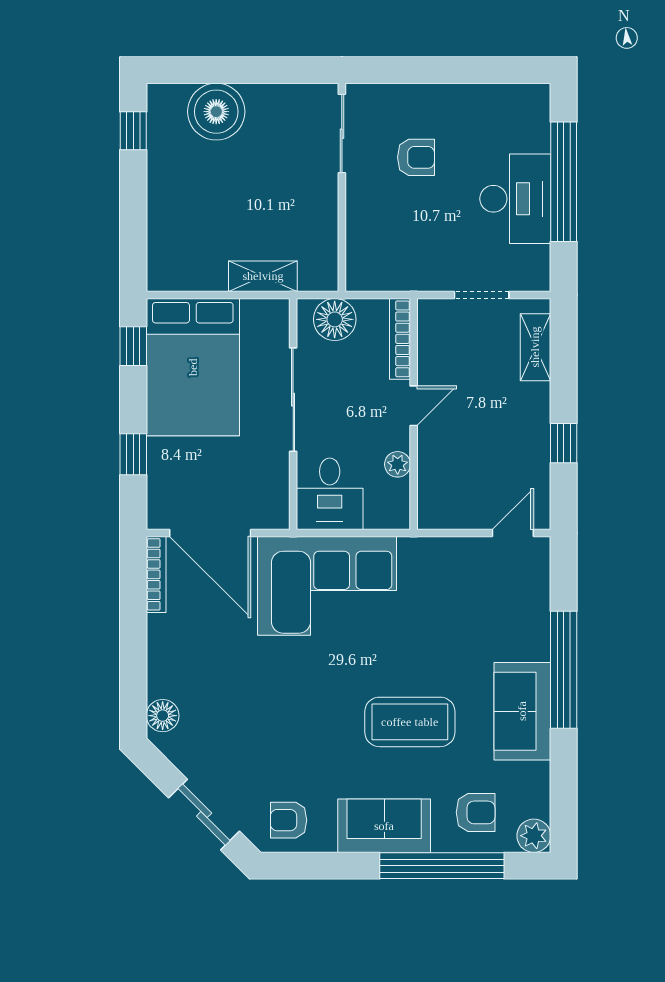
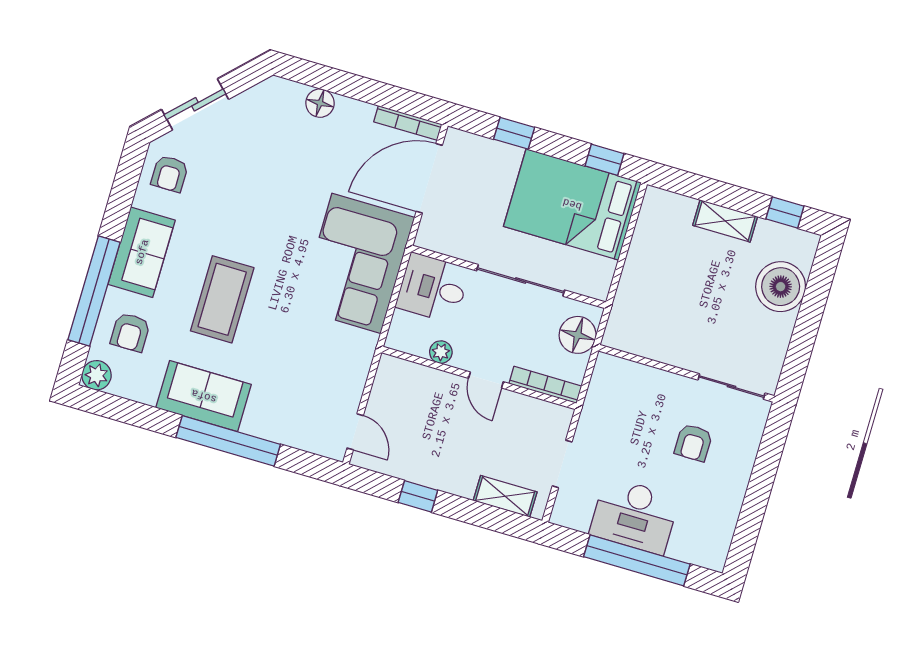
shelving: (263, 276) -> (725, 221), moved, turned 90
floor lamp: (163, 716) -> (320, 103), moved
armchair: (289, 820) -> (170, 174), turned 180

